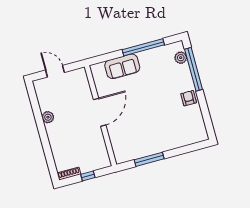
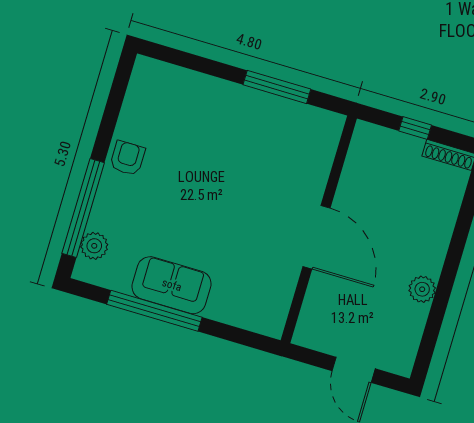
sofa: (122, 66) -> (172, 285), moved
armchair: (189, 98) -> (127, 158), turned 180
door: (100, 112) -> (316, 237), swing flipped

